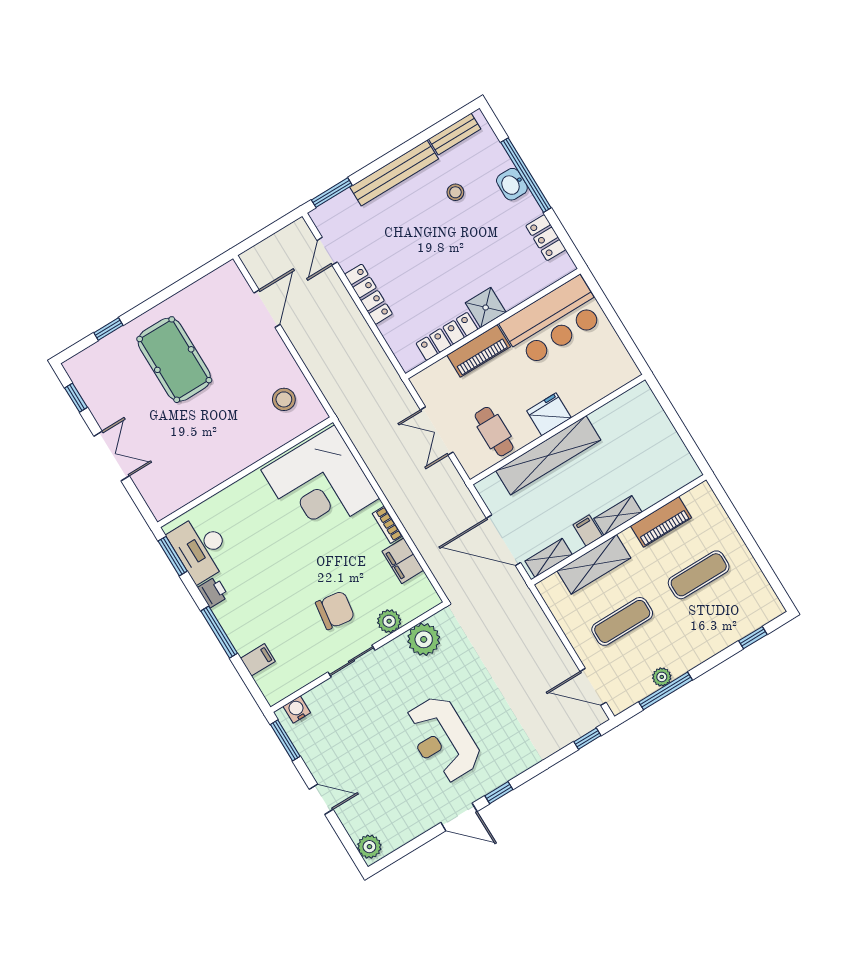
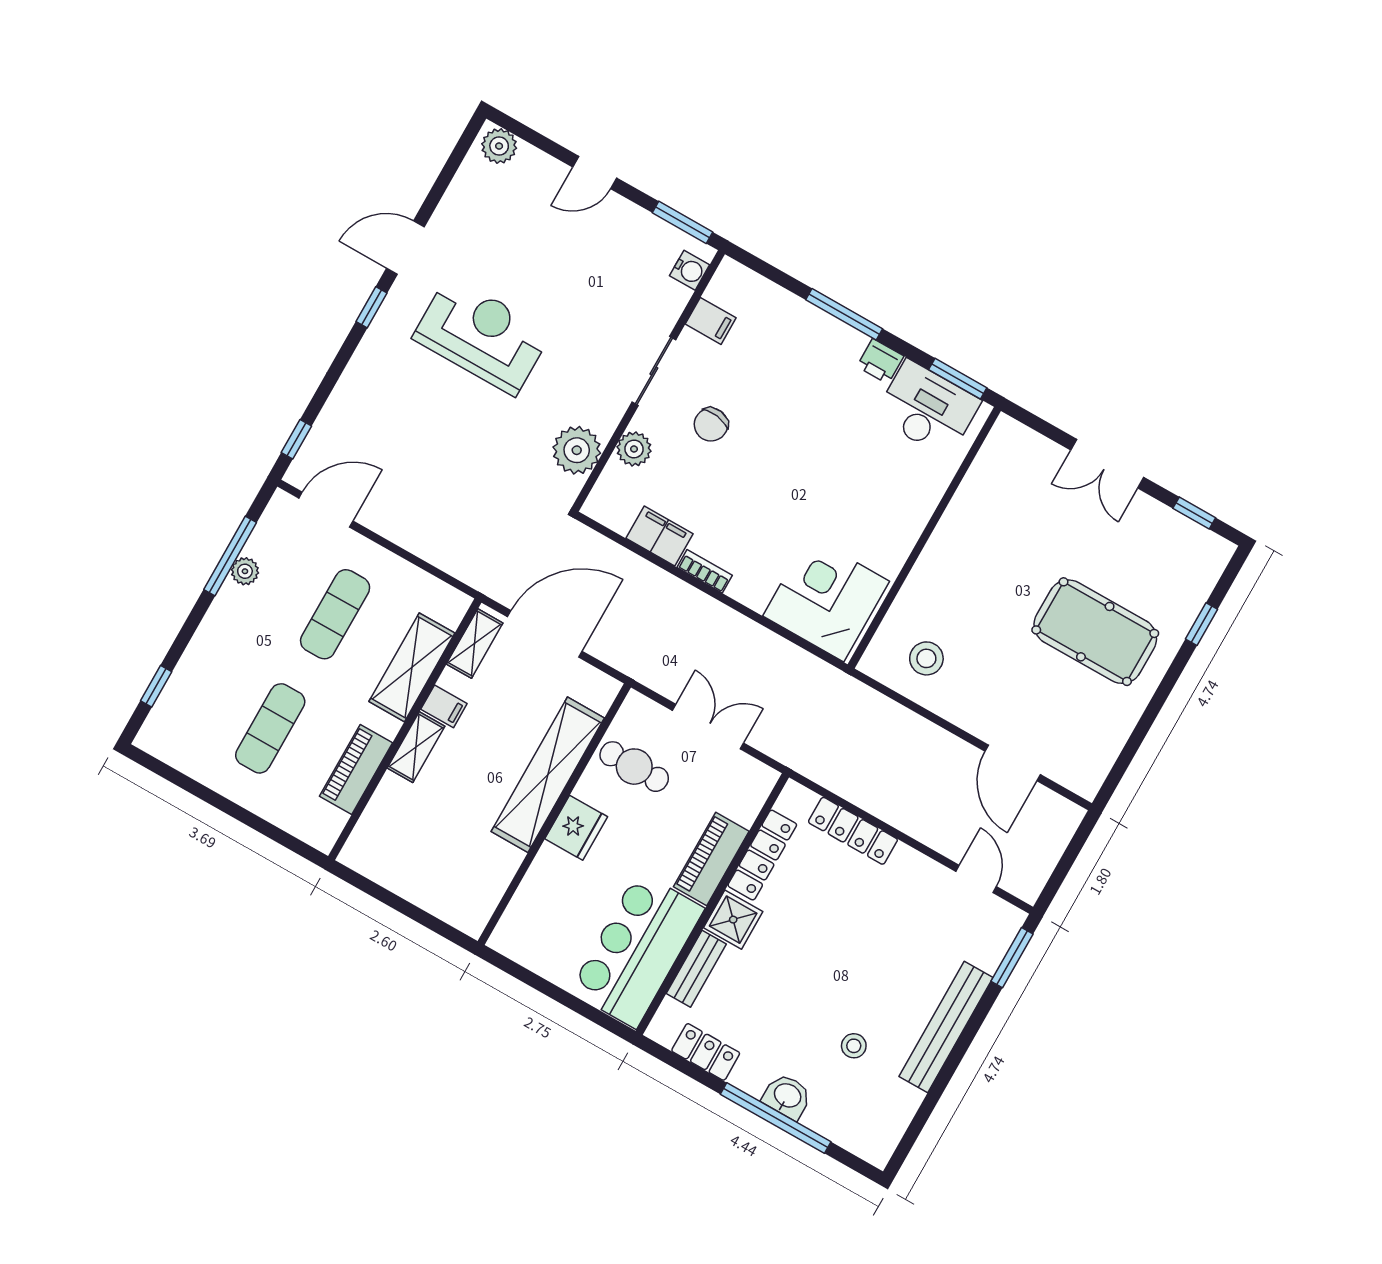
bench: (455, 134) -> (696, 969), moved
locker: (368, 294) -> (853, 831), moved
corner desk: (320, 484) -> (826, 599), width x0.74, depth x0.74
chair: (335, 610) -> (711, 425), width x0.73, depth x0.73
filing cabinet: (258, 660) -> (711, 321), moved, turned -90

